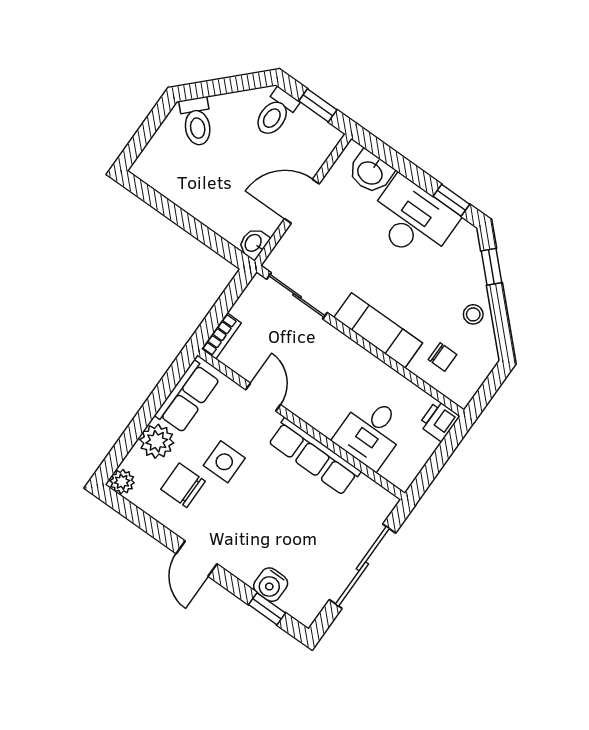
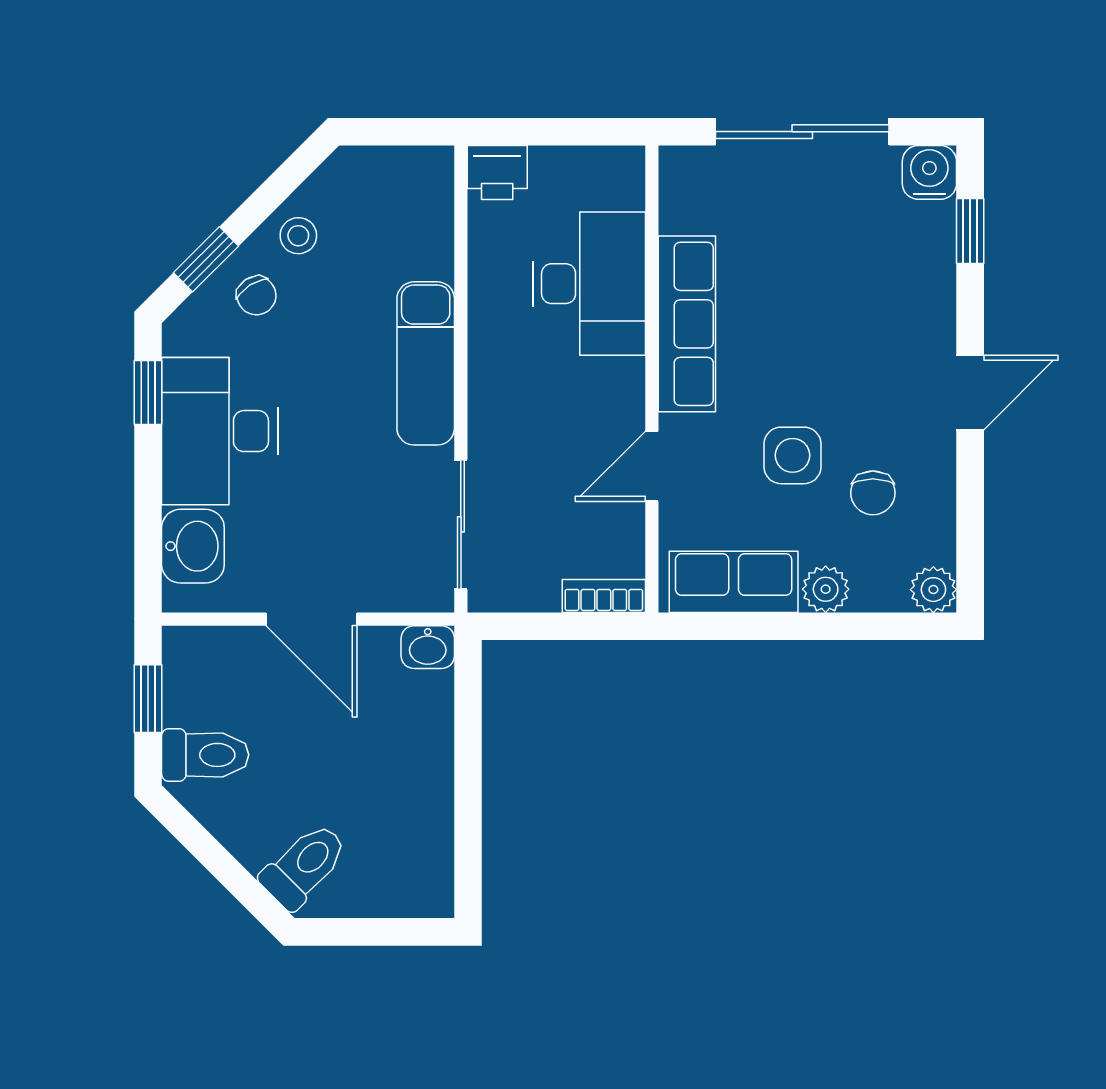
chair: (442, 357) -> (256, 296), moved, turned 147
desk: (371, 432) -> (589, 284), width x1.37
plant: (157, 441) -> (826, 589), width x0.73, depth x0.73
chair: (183, 485) -> (873, 493), width x0.73, depth x0.73
water cooler: (271, 585) -> (929, 172), moved, turned -90

